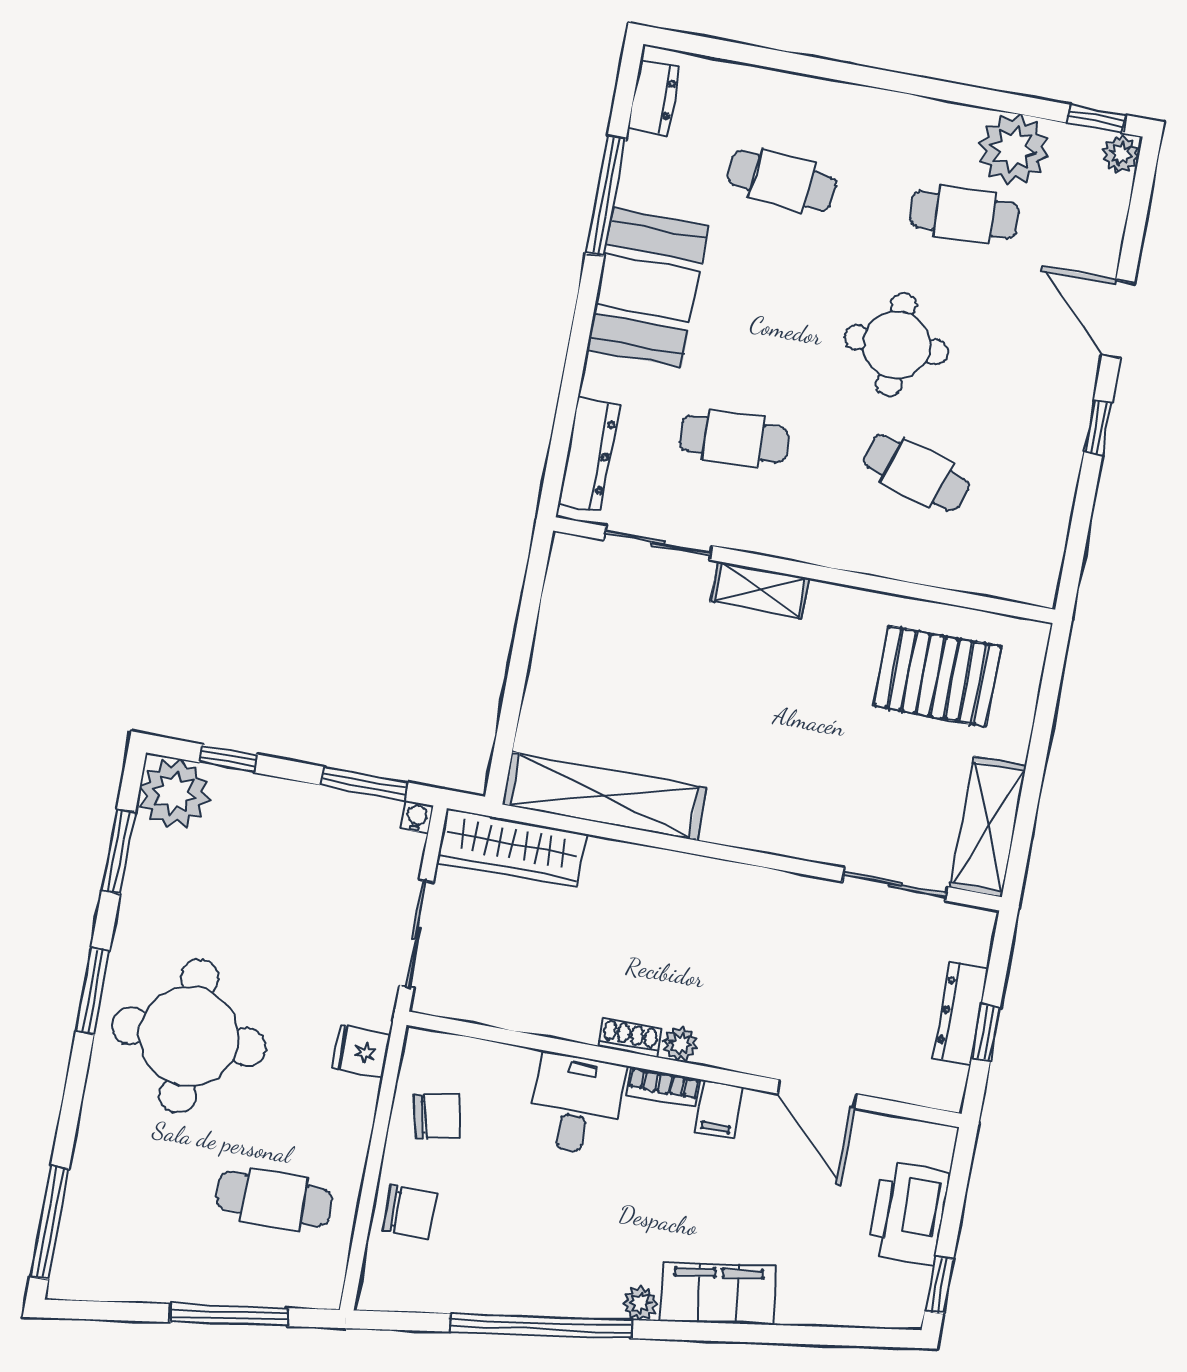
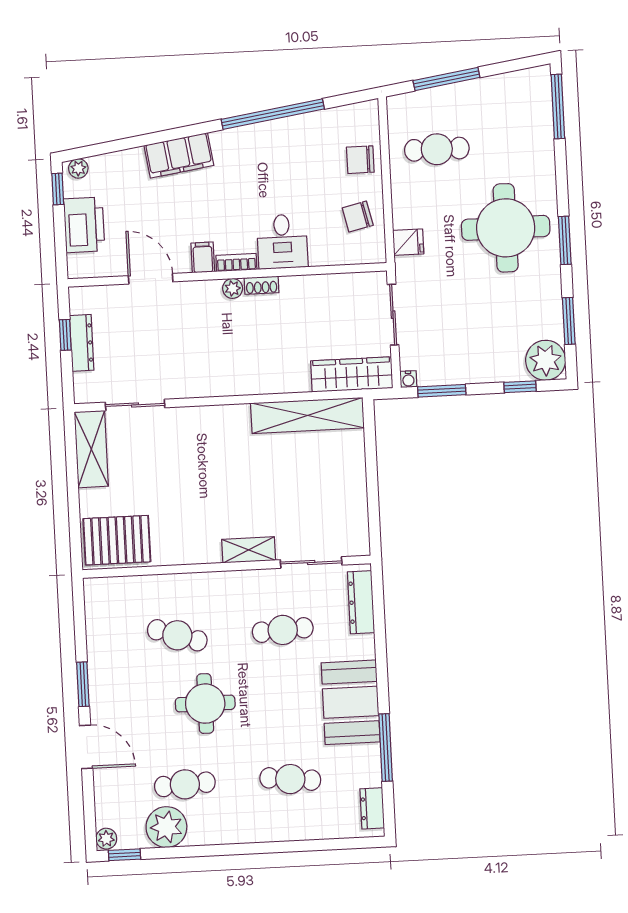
window: (1098, 427) -> (83, 684), width x1.50
pallet: (937, 676) -> (117, 540), moved
plant: (640, 1303) -> (78, 168), moved

